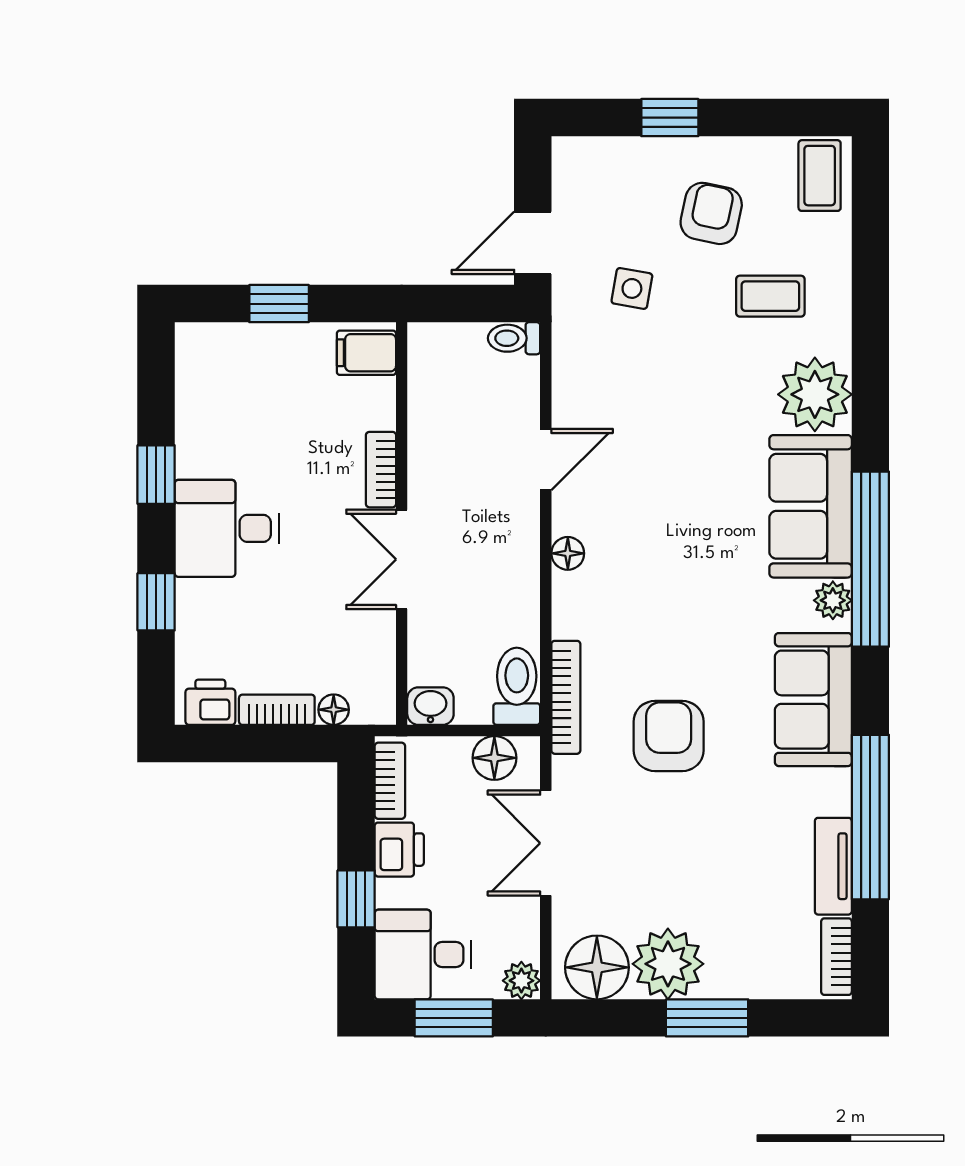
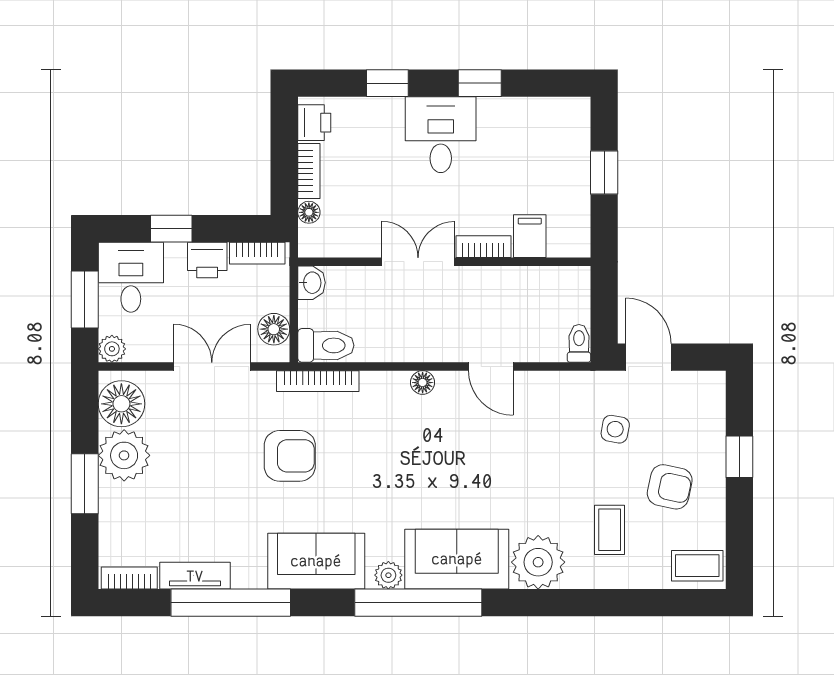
filing cabinet: (366, 353) -> (530, 236), moved

